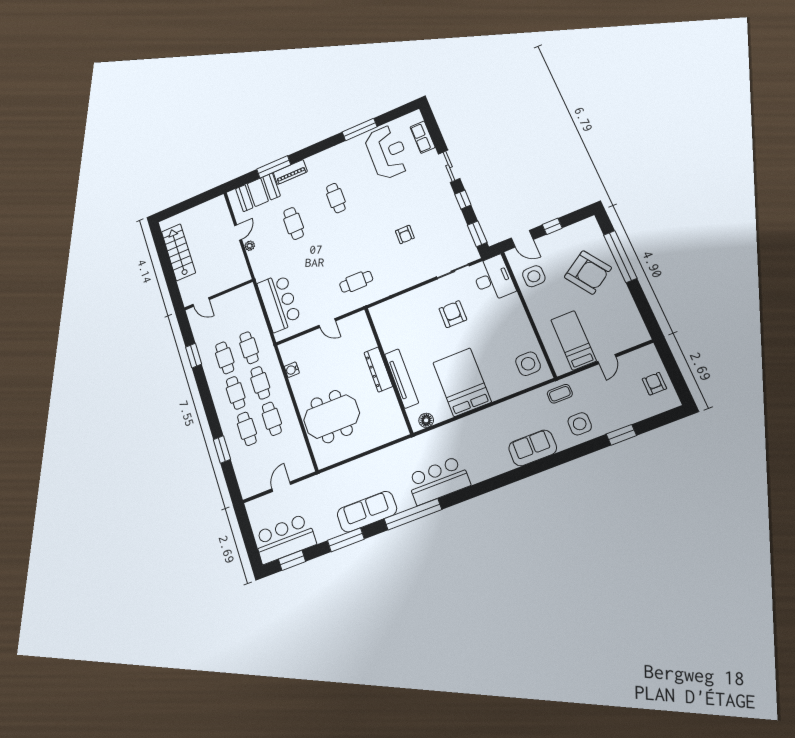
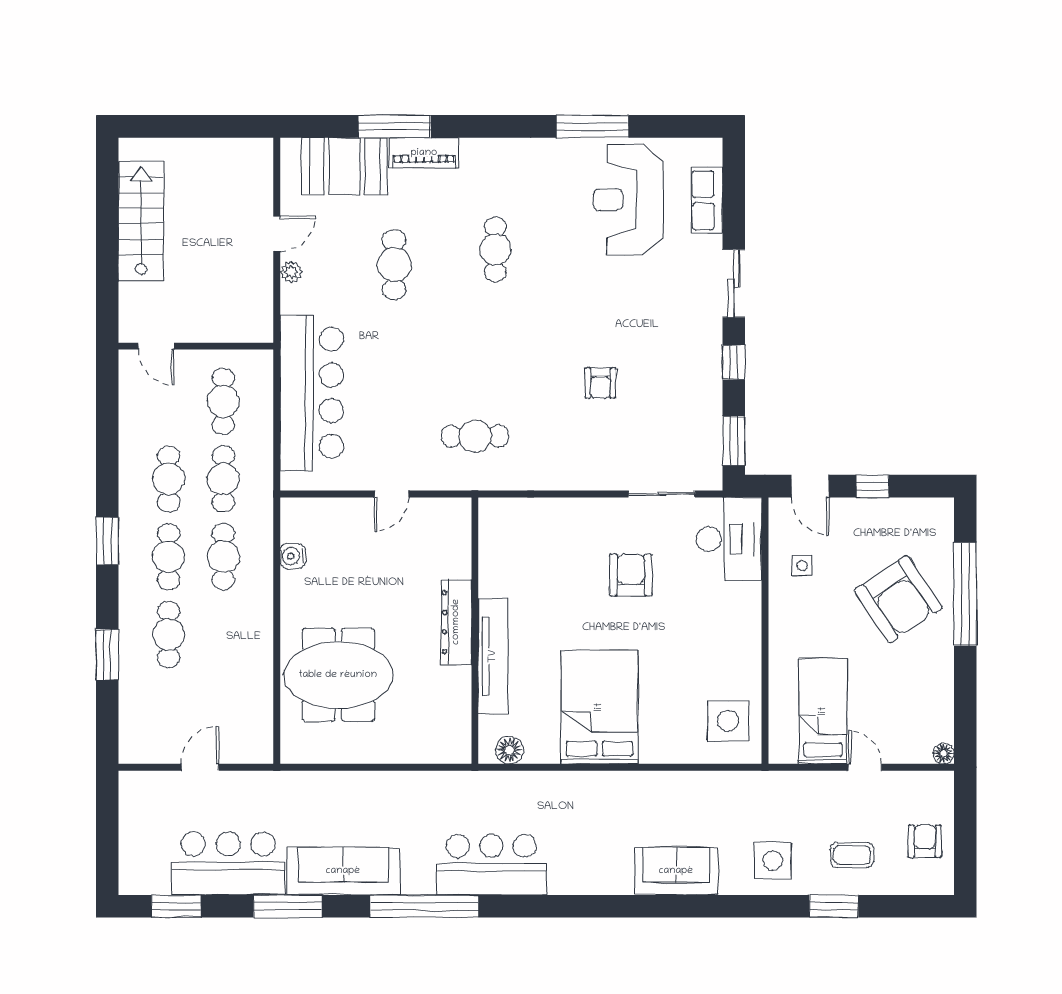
reception desk: (387, 152) -> (628, 200), turned 180
side table: (534, 276) -> (802, 566), width x0.54, depth x0.54
bar counter: (279, 302) -> (312, 393), width x1.36
door: (327, 323) -> (392, 494), hinge flipped
floor lamp: (644, 337) -> (944, 754), added
window: (194, 356) -> (107, 541), moved
door: (607, 359) -> (865, 767), swing flipped
coffee table: (560, 394) -> (852, 855), moved
cafe table: (272, 419) -> (223, 401), moved
bar counter: (285, 539) -> (228, 863), moved

